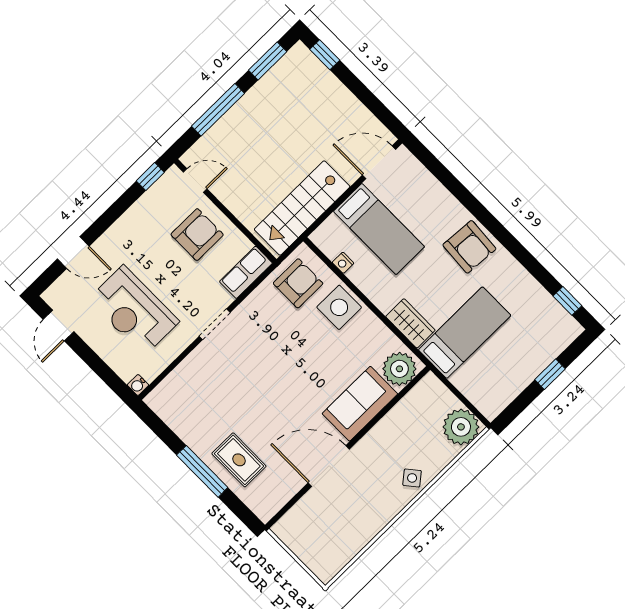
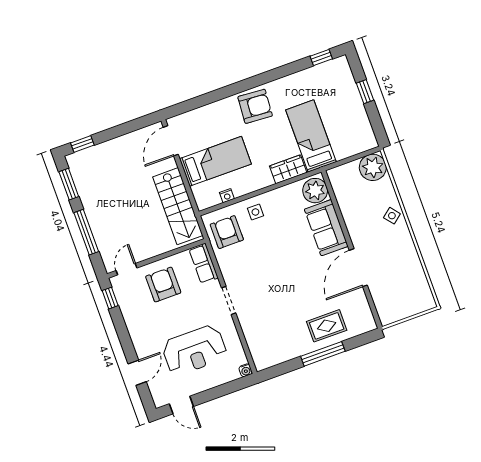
side table: (339, 307) -> (255, 212), width x0.54, depth x0.54

